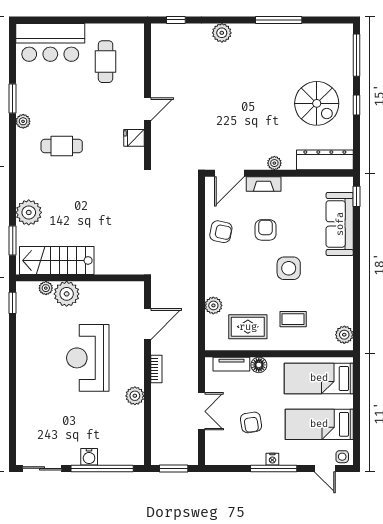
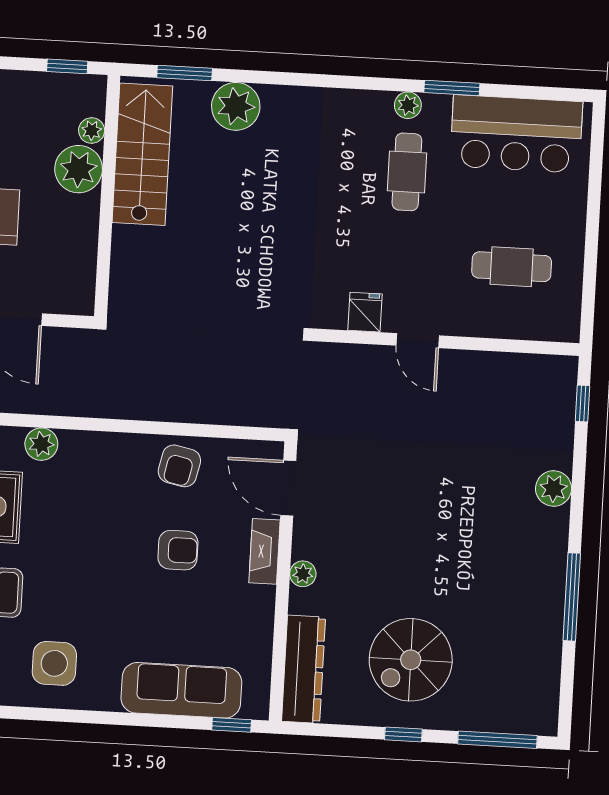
bar counter: (50, 42) -> (516, 134), moved, turned -90
cafe table: (62, 146) -> (407, 172), moved
side table: (289, 268) -> (54, 663), moved

